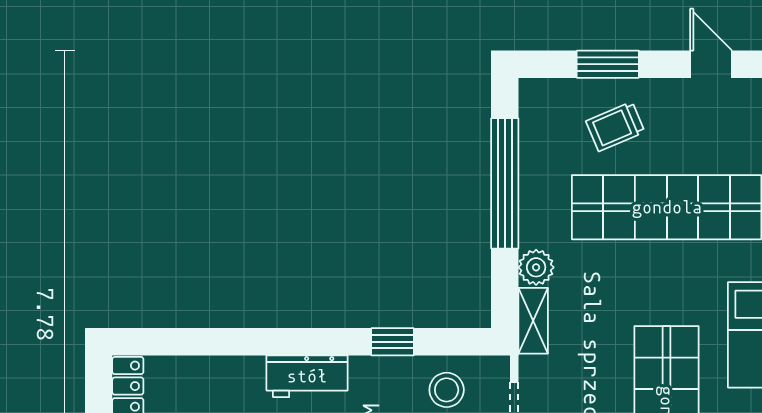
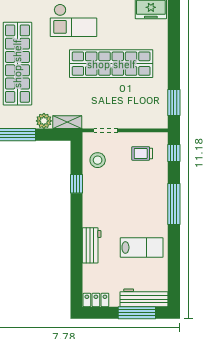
workbench: (307, 376) -> (92, 245), moved

